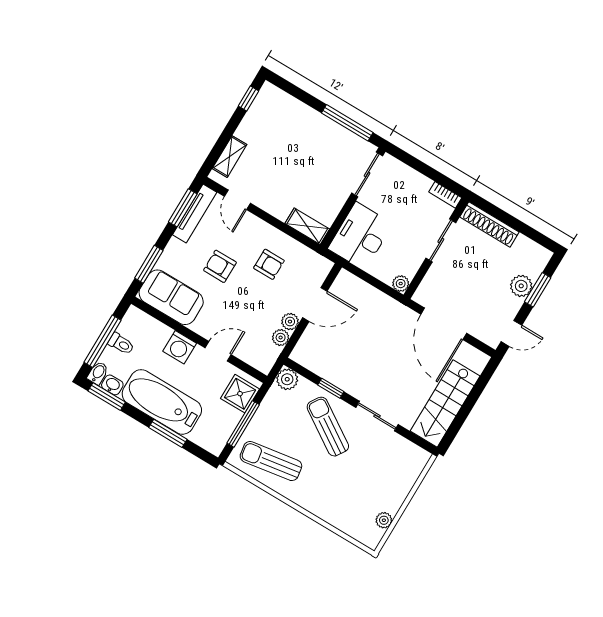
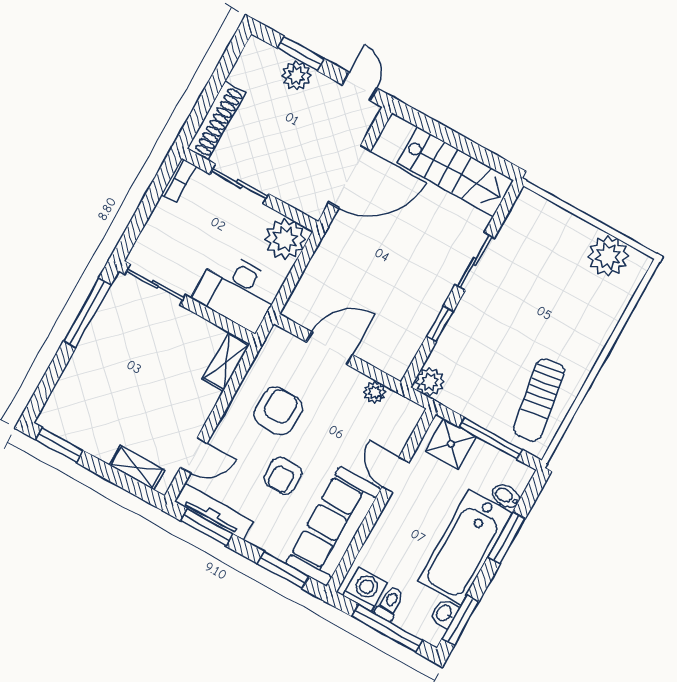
window: (248, 98) -> (59, 445), width x1.50
armchair: (269, 264) -> (278, 411), width x1.38, depth x1.38
plant: (401, 284) -> (285, 239), width x1.87, depth x1.87
sofa: (171, 297) -> (333, 526), width x1.36
door: (315, 304) -> (329, 348), hinge flipped
plant: (290, 322) -> (353, 381), removed
washing machine: (180, 347) -> (365, 589), moved, turned -90
bidet: (98, 373) -> (506, 496), moved
sun lounger: (328, 427) -> (491, 326), removed
plant: (384, 520) -> (608, 256), width x1.87, depth x1.87

